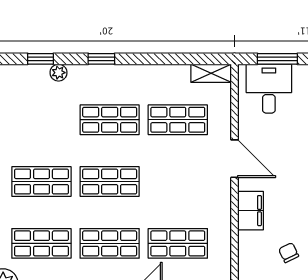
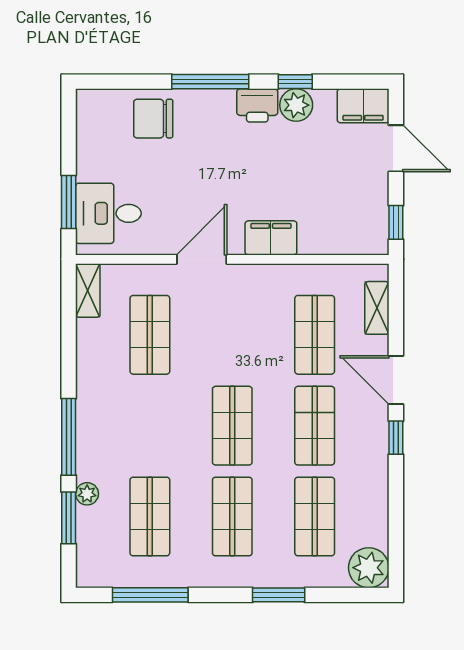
window: (40, 59) -> (69, 518), width x1.50
window: (101, 59) -> (69, 437), width x2.17
shop shelf: (110, 120) -> (150, 516), moved
chair: (289, 253) -> (327, 187), removed

